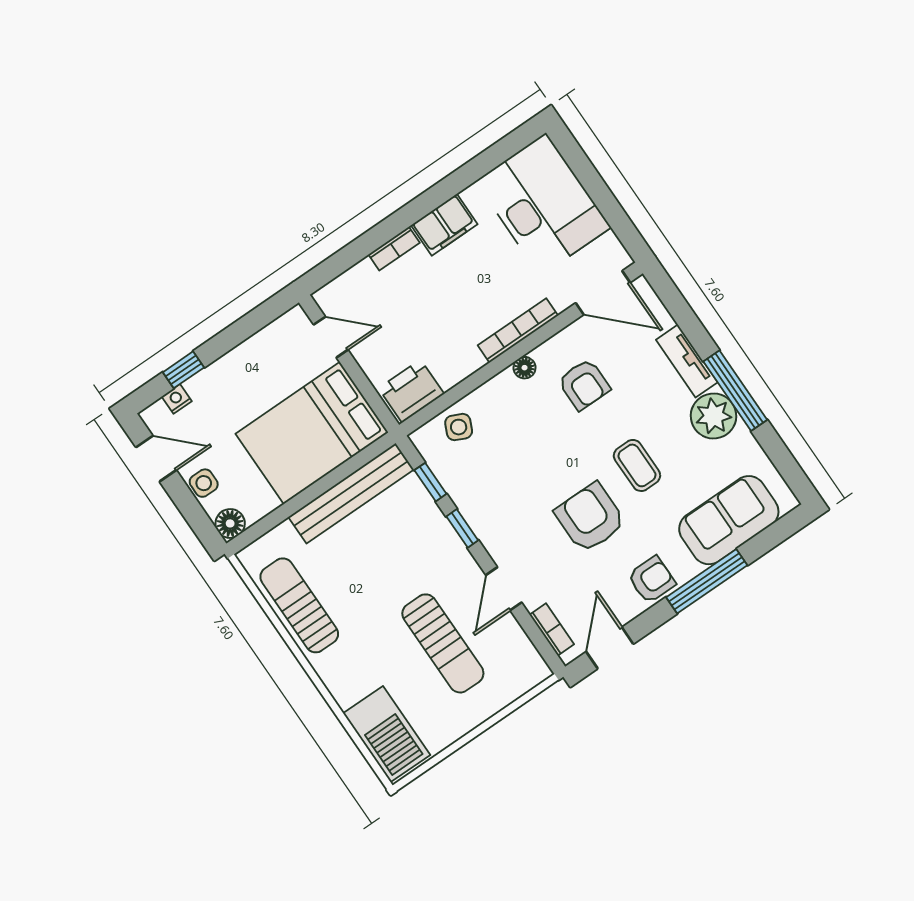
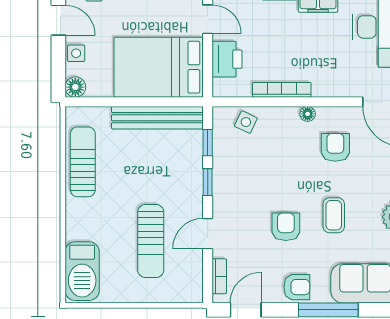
bookcase: (518, 330) -> (282, 90), moved
armchair: (584, 384) -> (335, 147), turned 180
printer: (411, 391) -> (227, 59), moved, turned 90
armchair: (590, 518) -> (286, 227), width x0.72, depth x0.72

